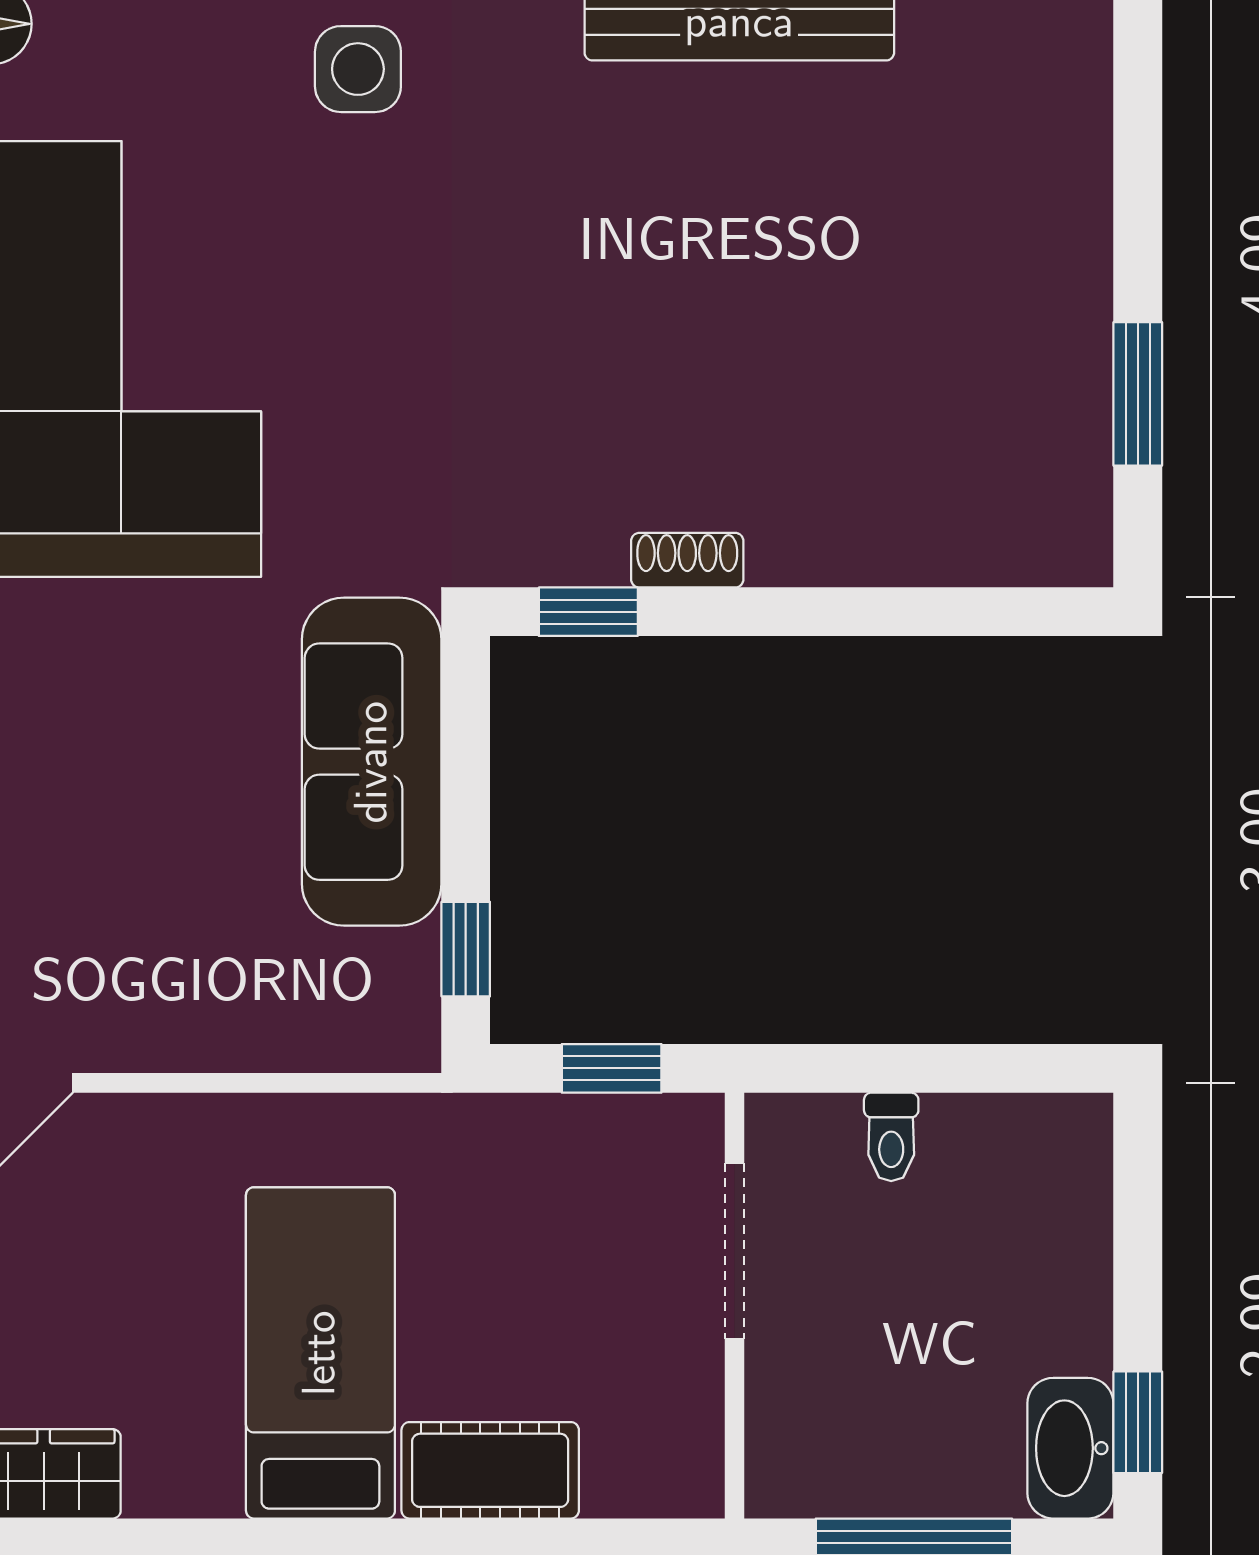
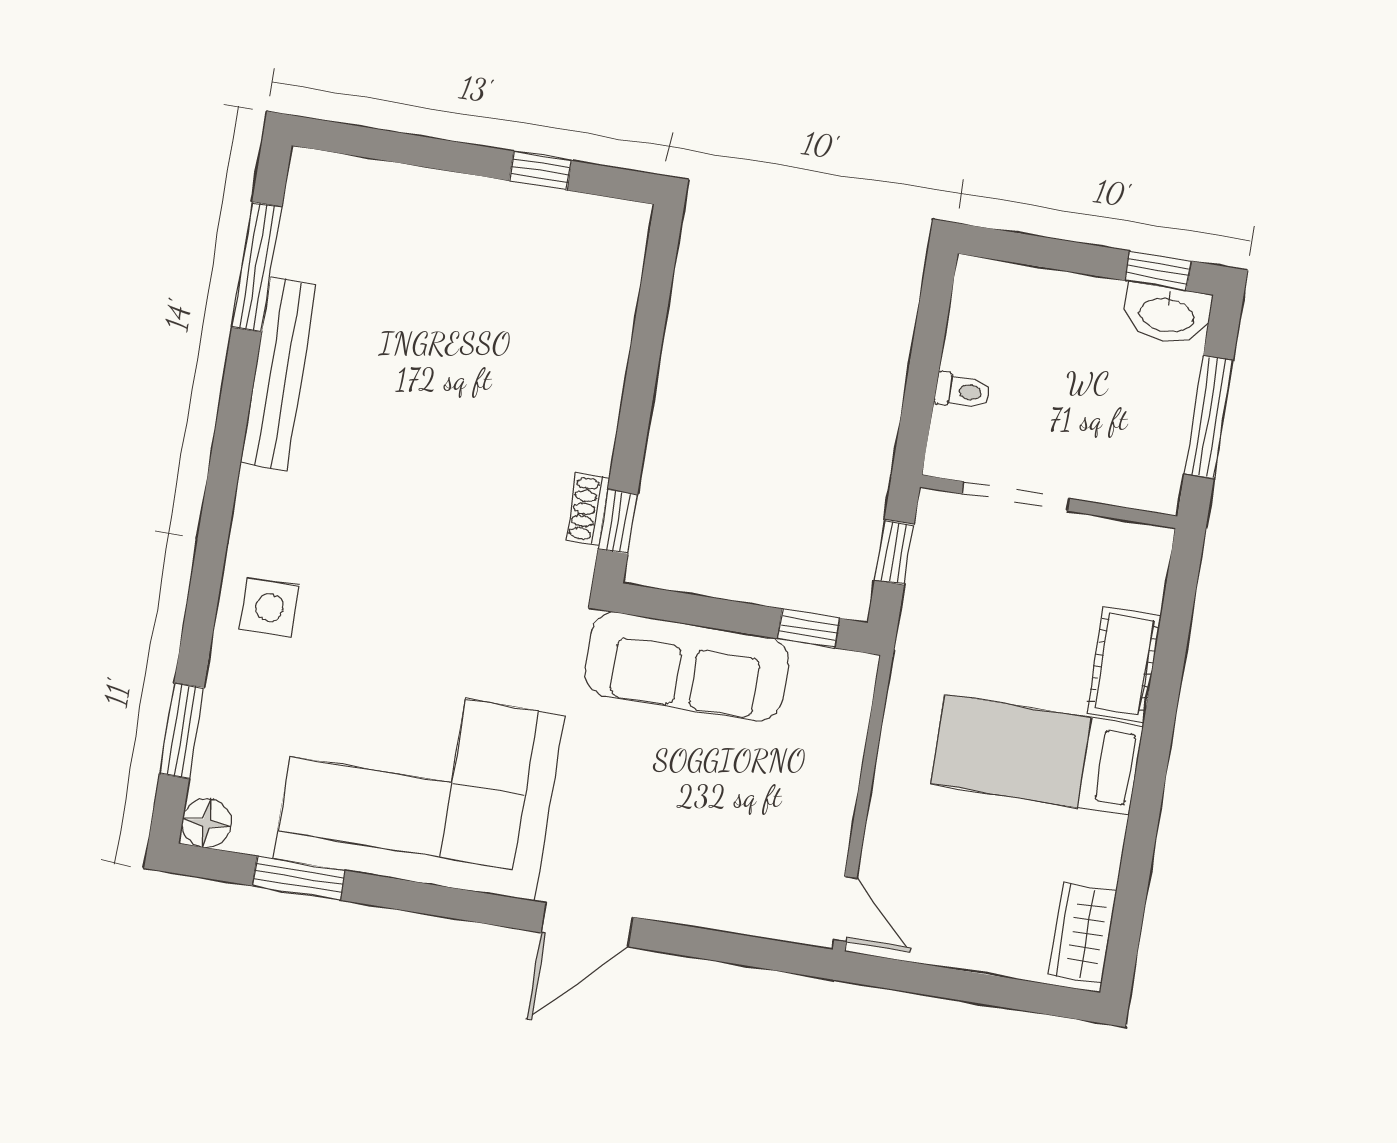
window: (1138, 394) -> (540, 171), width x0.67
shoe rack: (687, 560) -> (588, 509), moved

